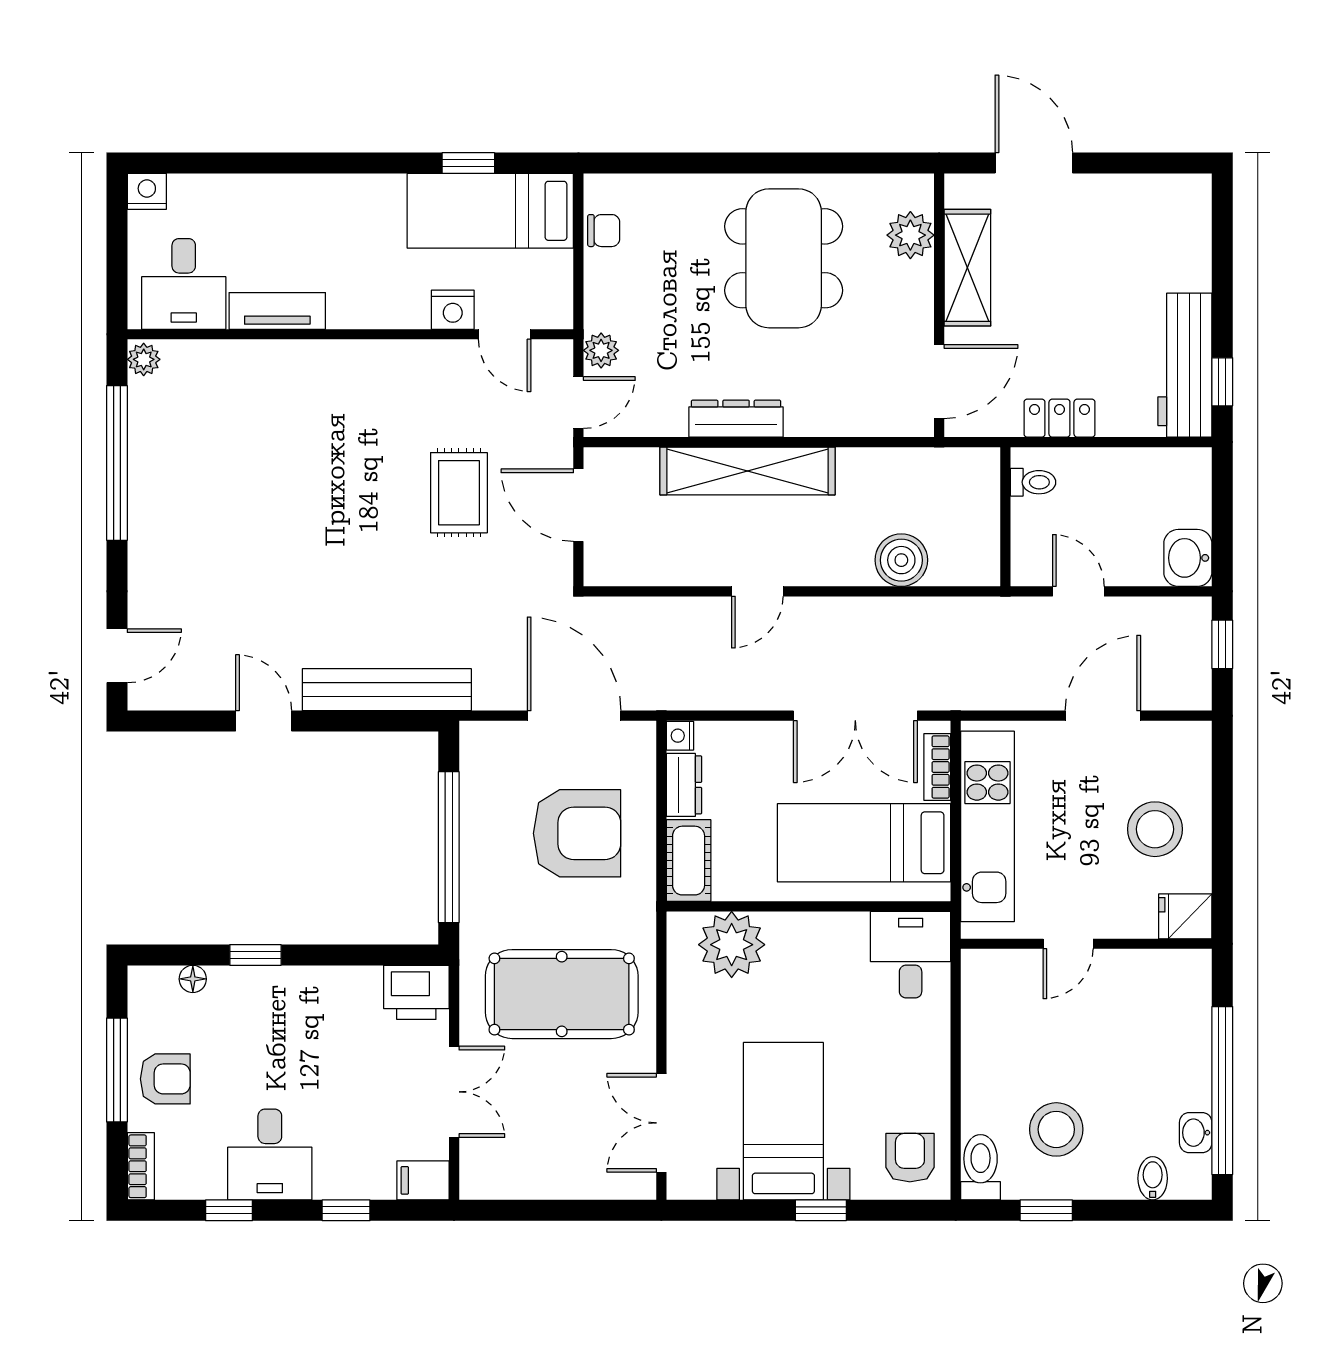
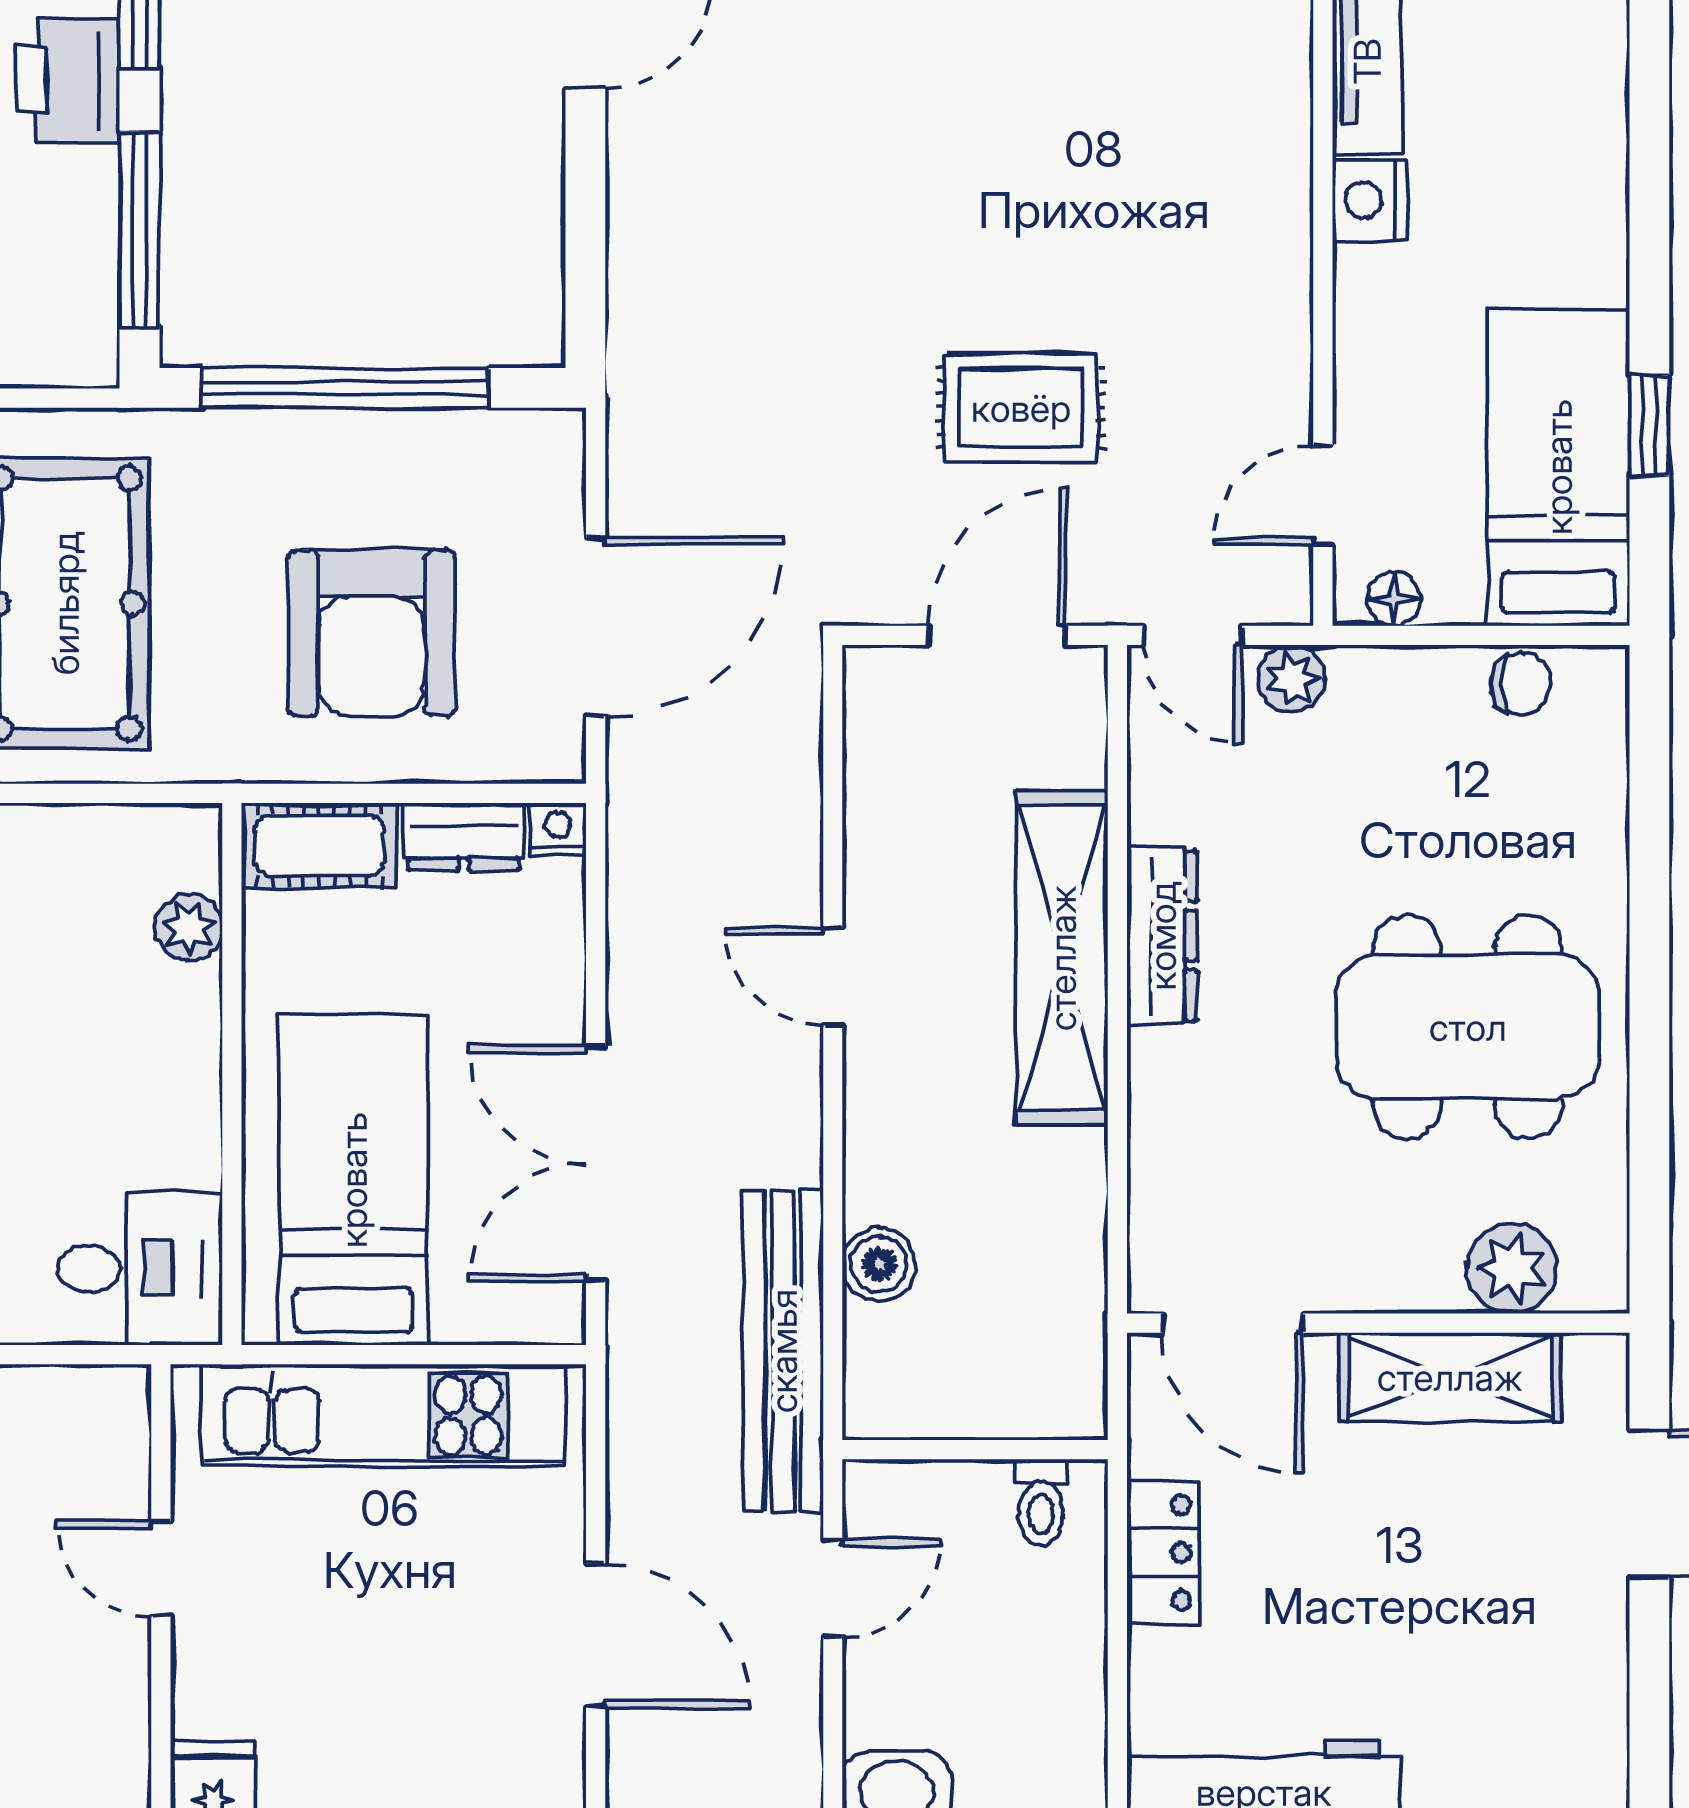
chair: (604, 231) -> (1521, 684), turned -90
floor lamp: (559, 297) -> (1394, 599), added
nightstand: (453, 310) -> (1370, 200), moved
boiler: (901, 560) -> (879, 1264), width x0.73, depth x0.73
bench: (387, 690) -> (783, 1351), moved
bookcase: (937, 767) -> (498, 1320), removed
stool: (1155, 829) -> (379, 1735), removed
plant: (732, 945) -> (189, 927), width x0.53, depth x0.53
window: (366, 955) -> (139, 229), added
printer: (416, 992) -> (68, 80), moved

